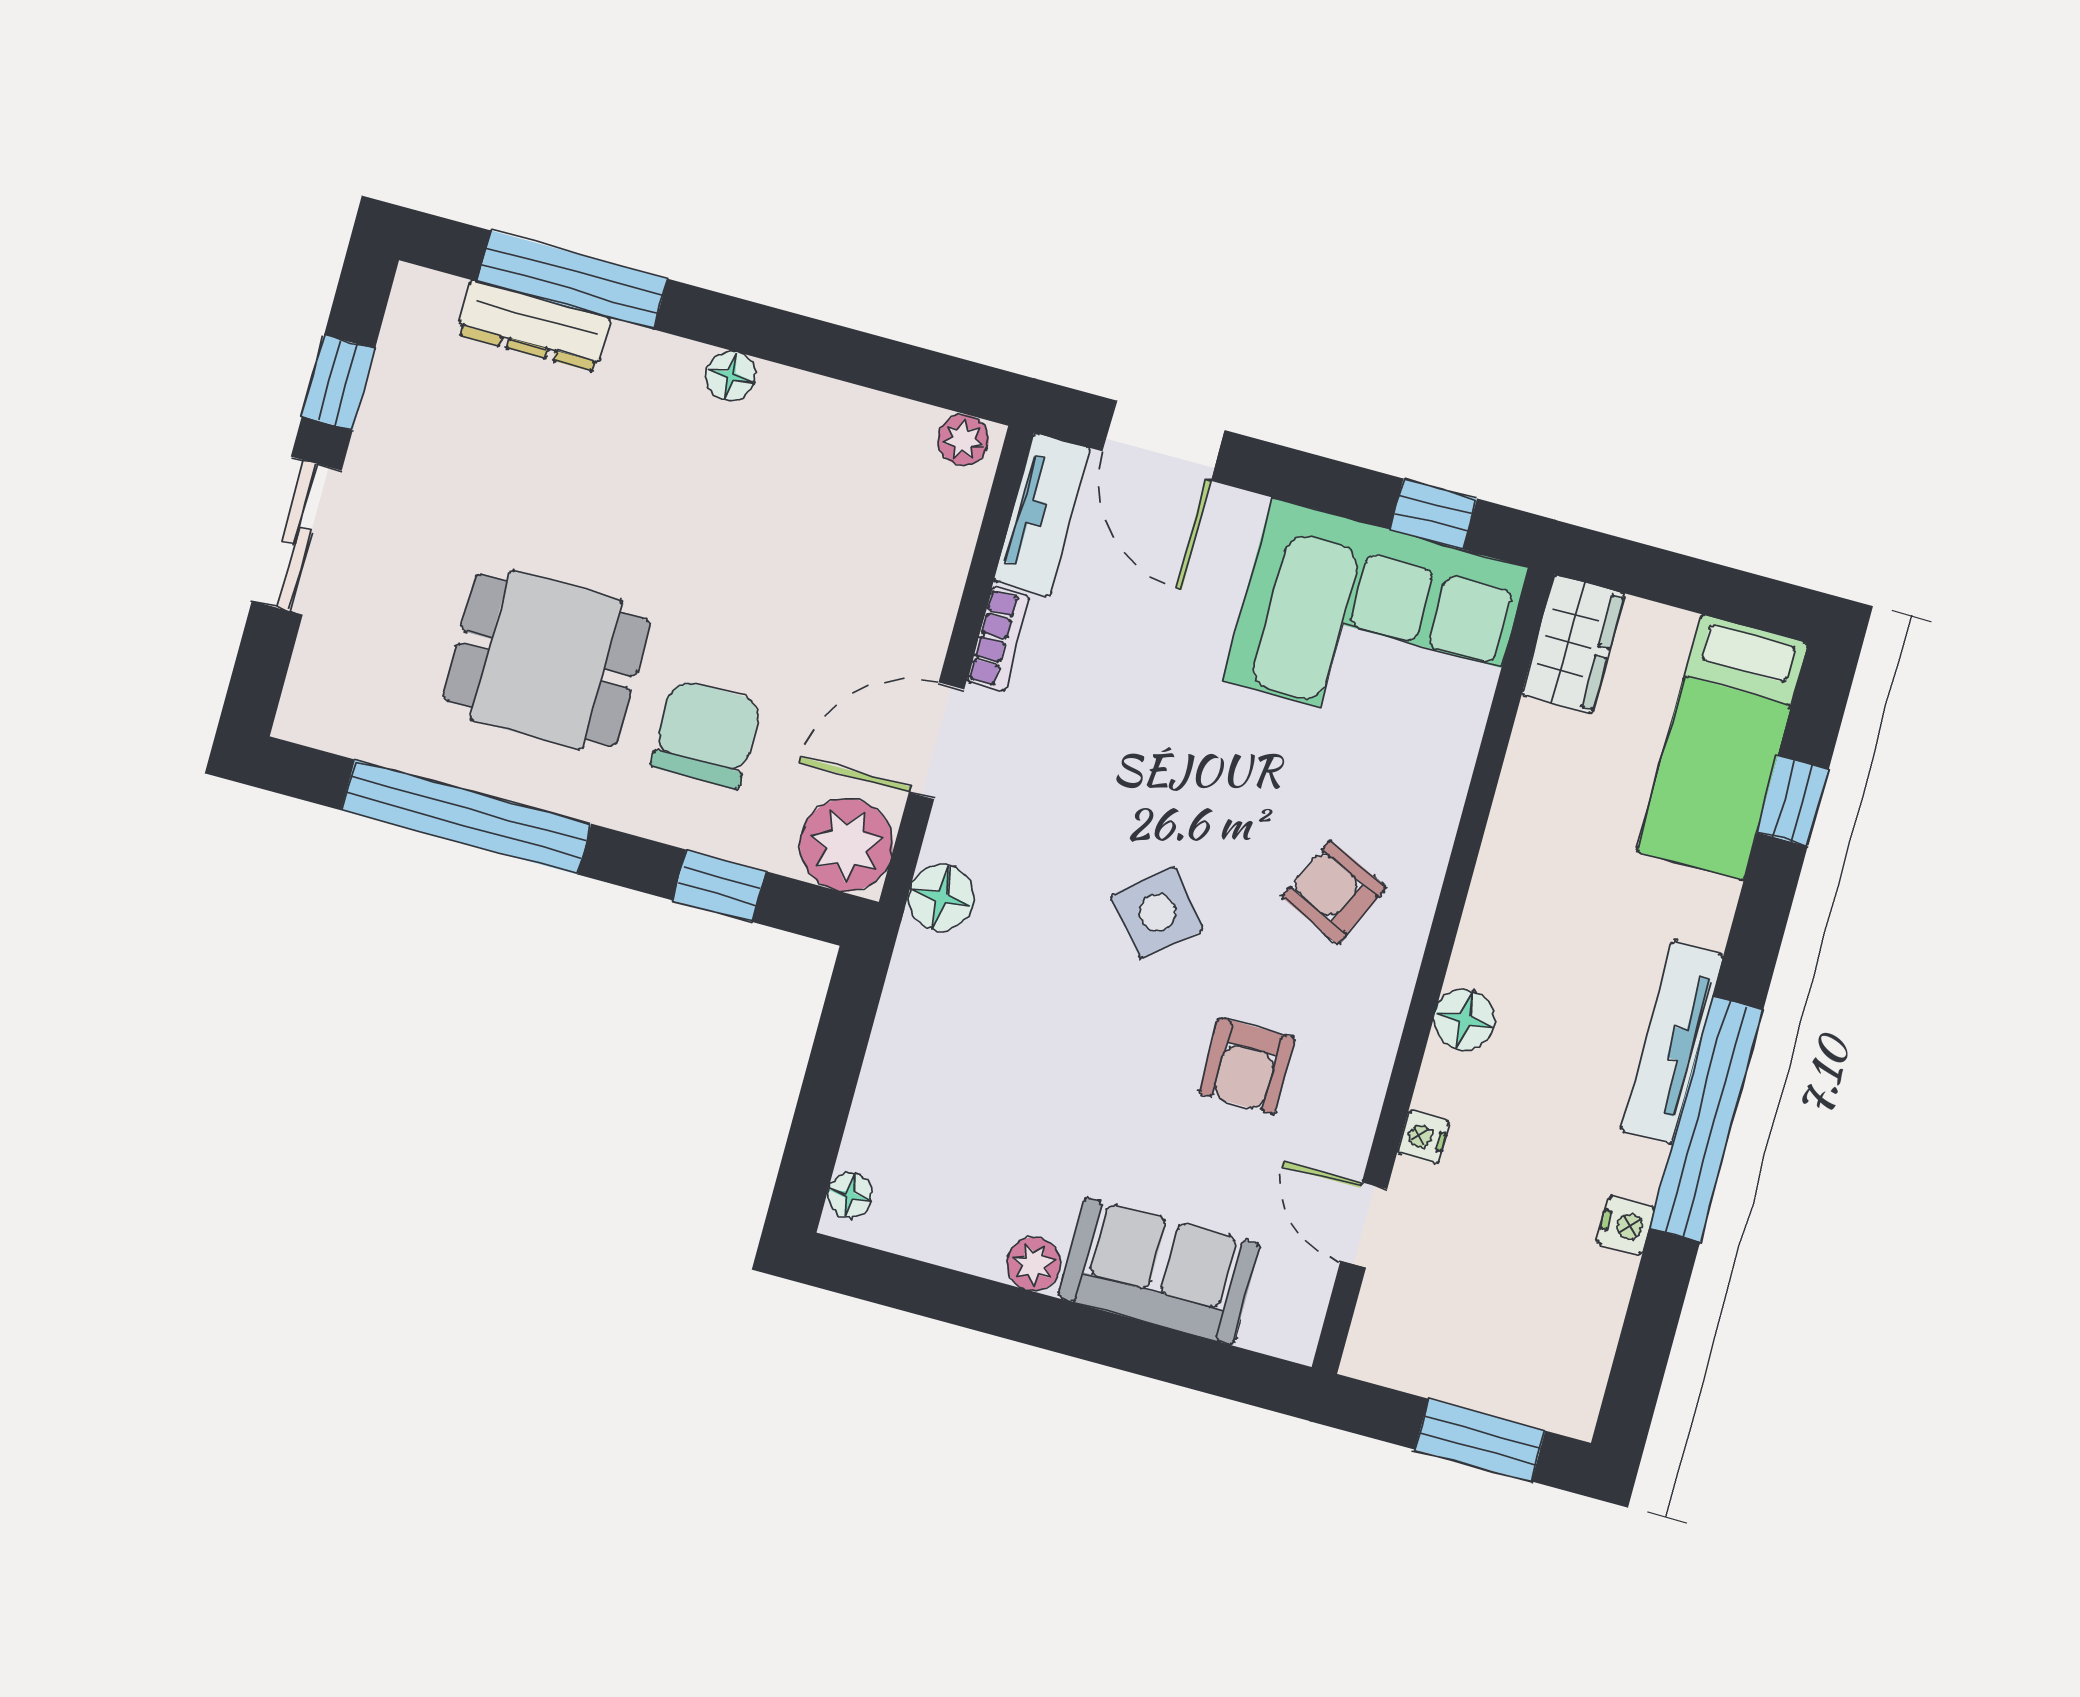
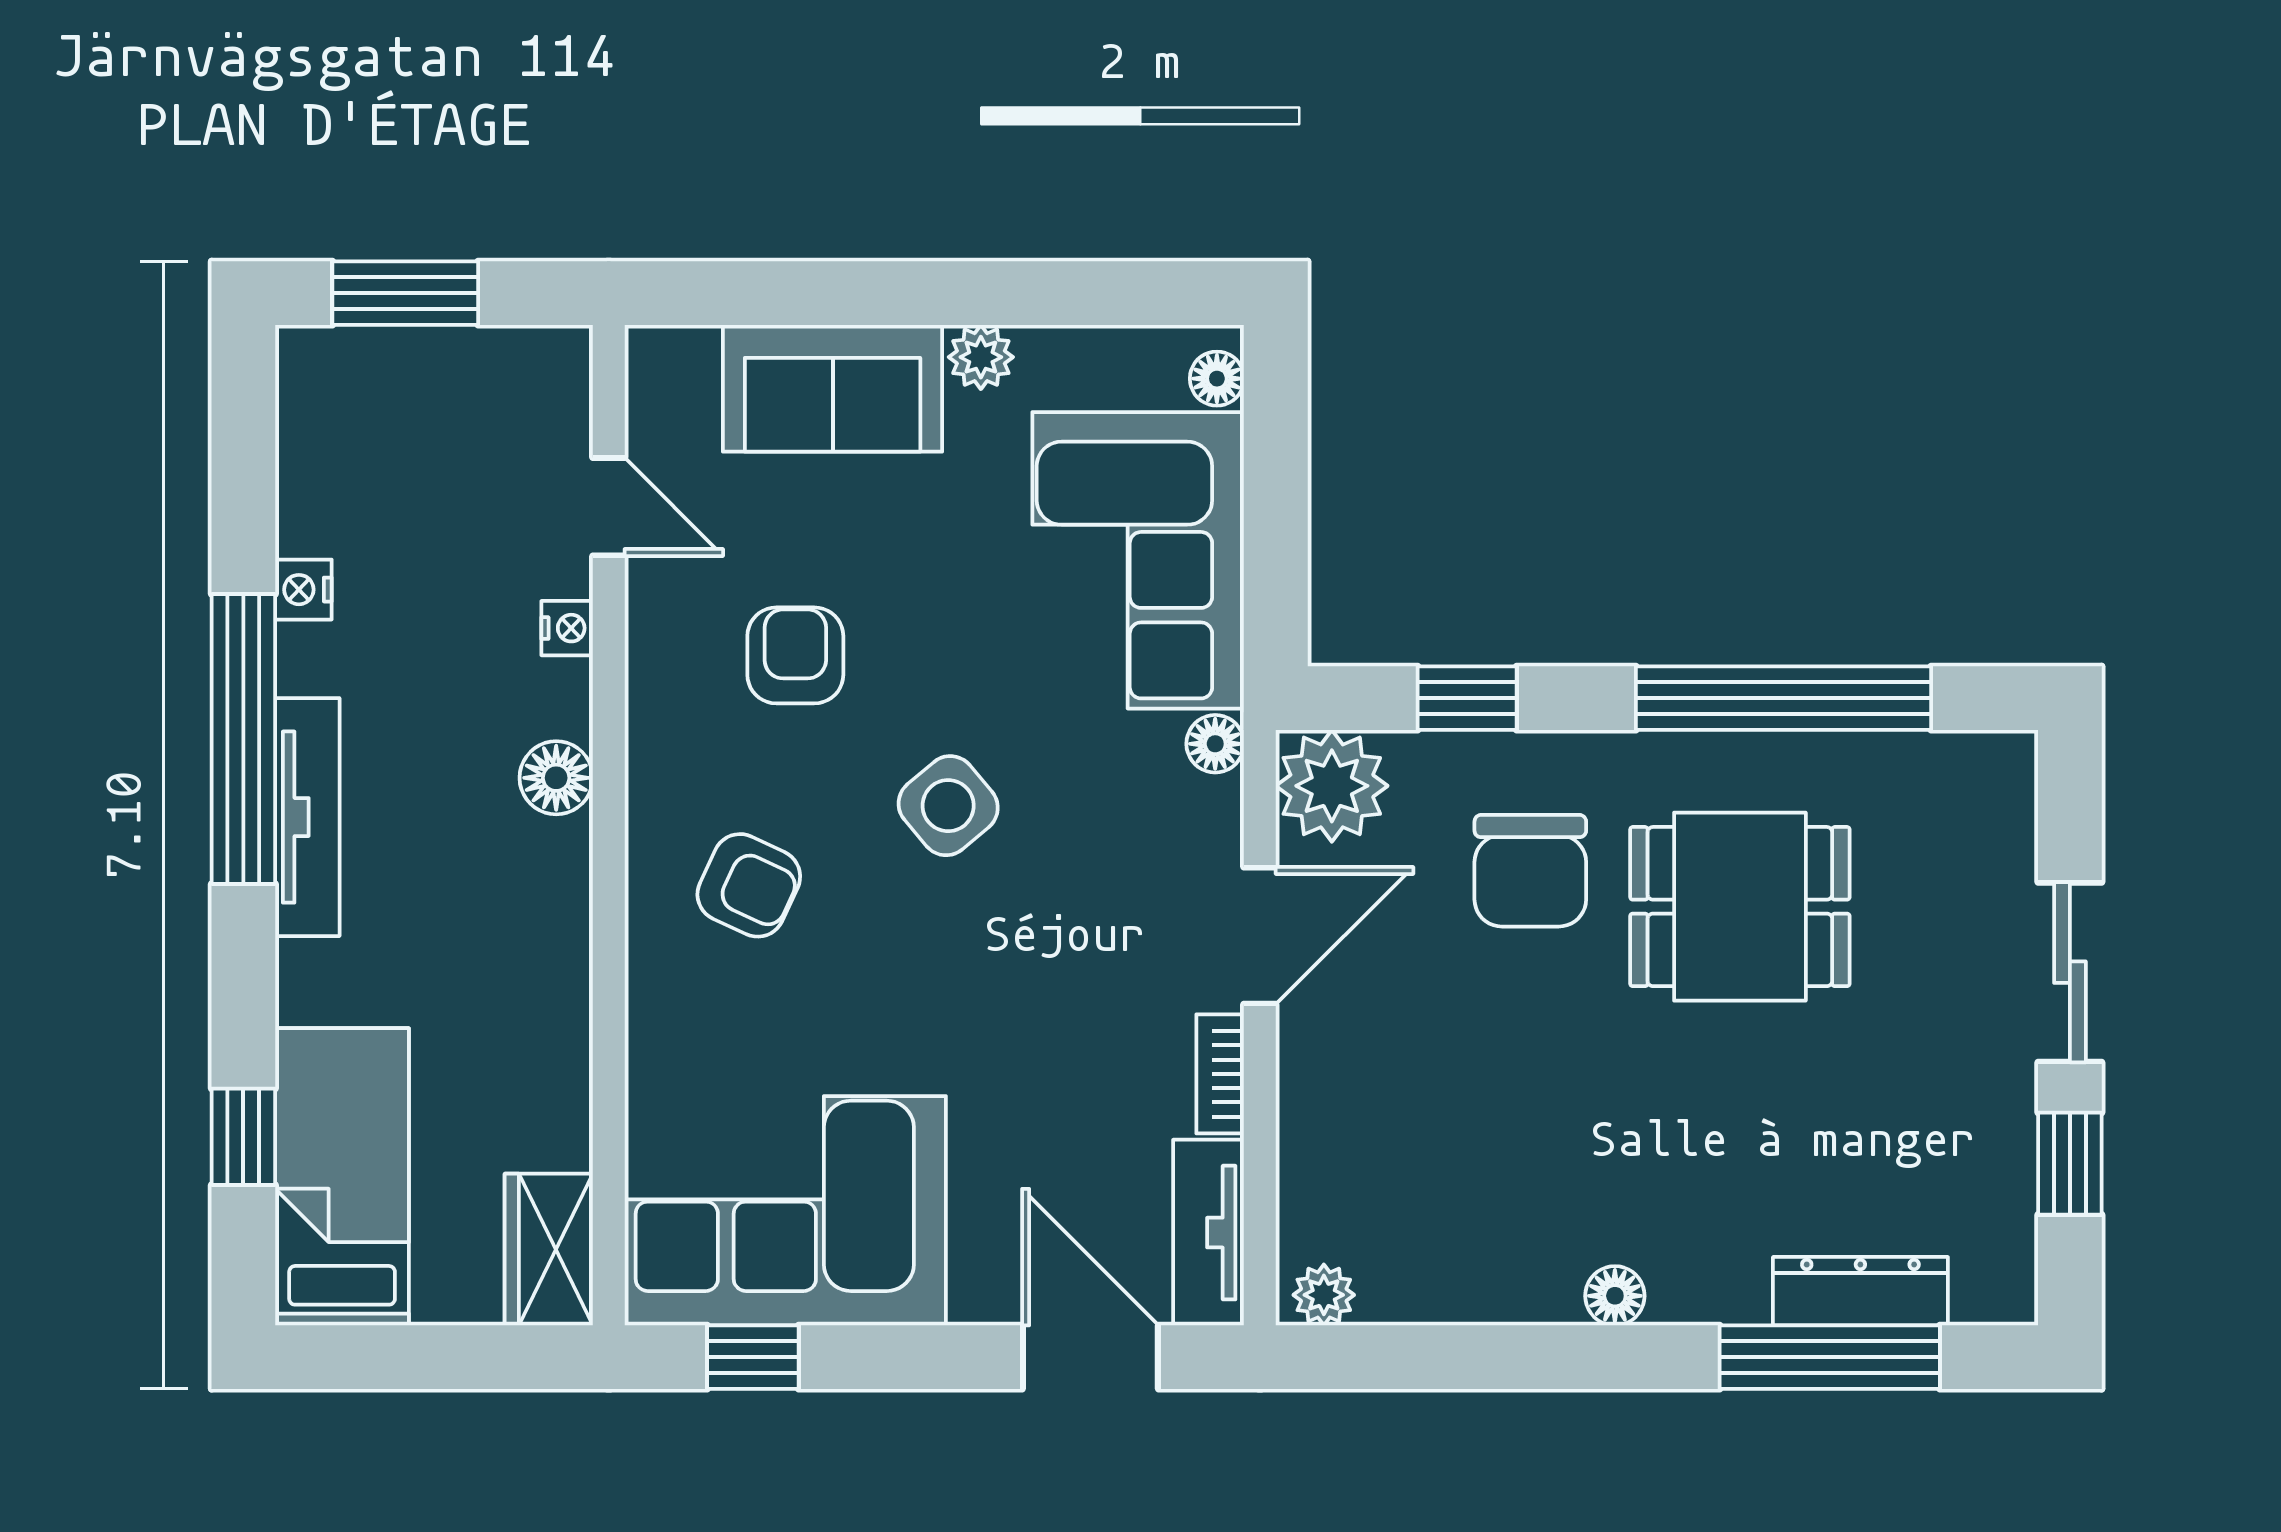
floor lamp: (941, 898) -> (1215, 744), width x0.73, depth x0.73
corner sofa: (952, 1067) -> (1138, 560), added

